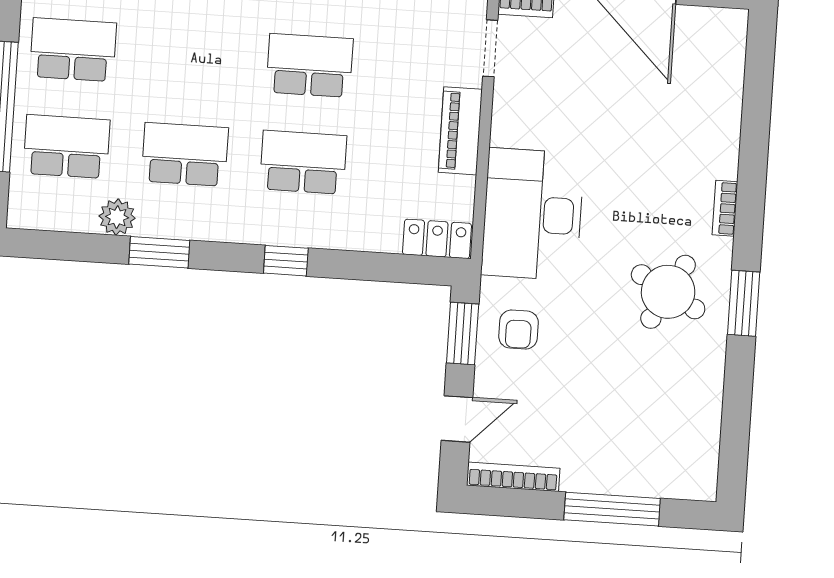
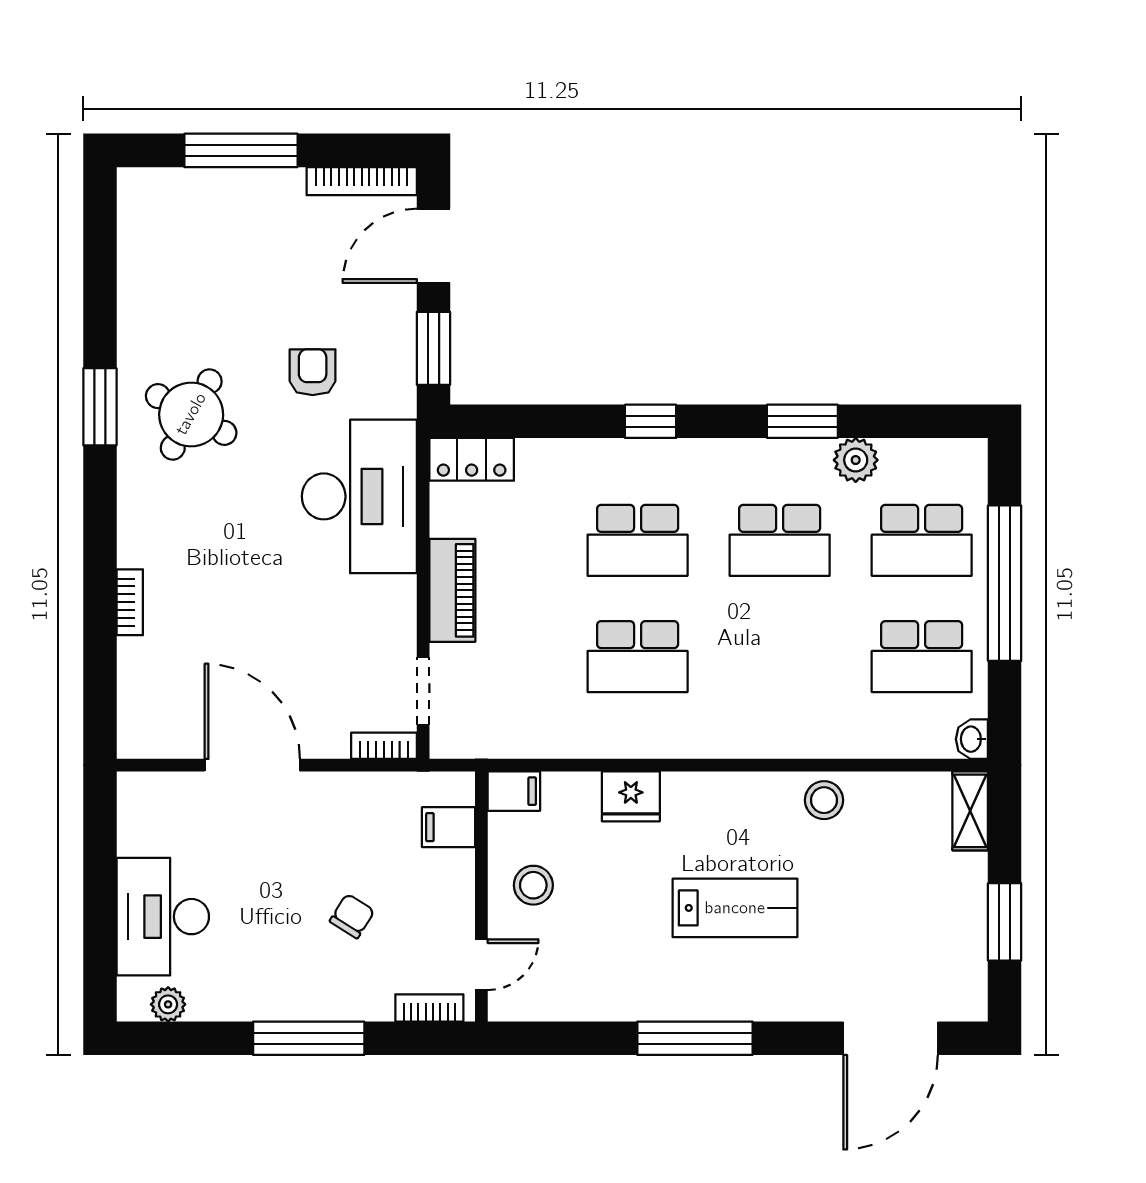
bookcase: (725, 208) -> (130, 602), moved
armchair: (519, 330) -> (313, 372), moved
door: (457, 419) -> (433, 246), width x1.38

